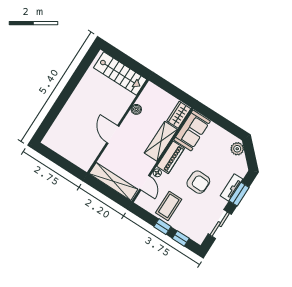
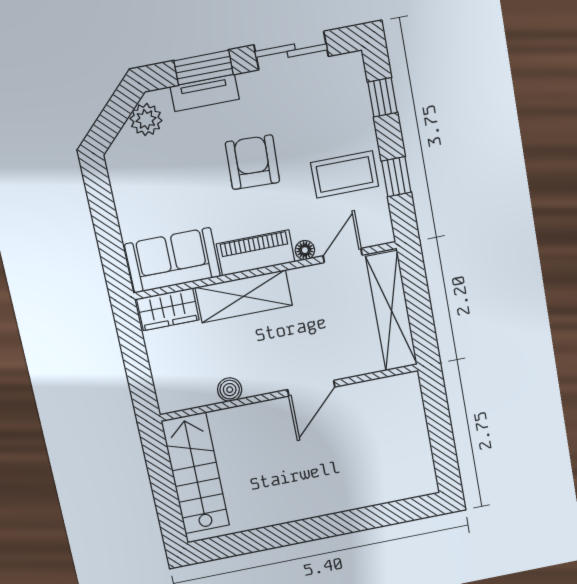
plant: (237, 149) -> (146, 120), moved
window: (162, 227) -> (396, 177), moved

